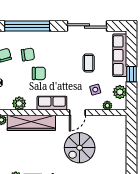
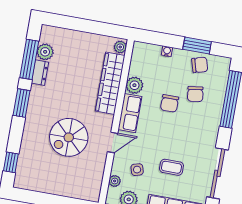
plant: (19, 103) -> (134, 85), moved
door: (77, 113) -> (113, 143), swing flipped
spiral stairs: (80, 148) -> (69, 137), turned -90

